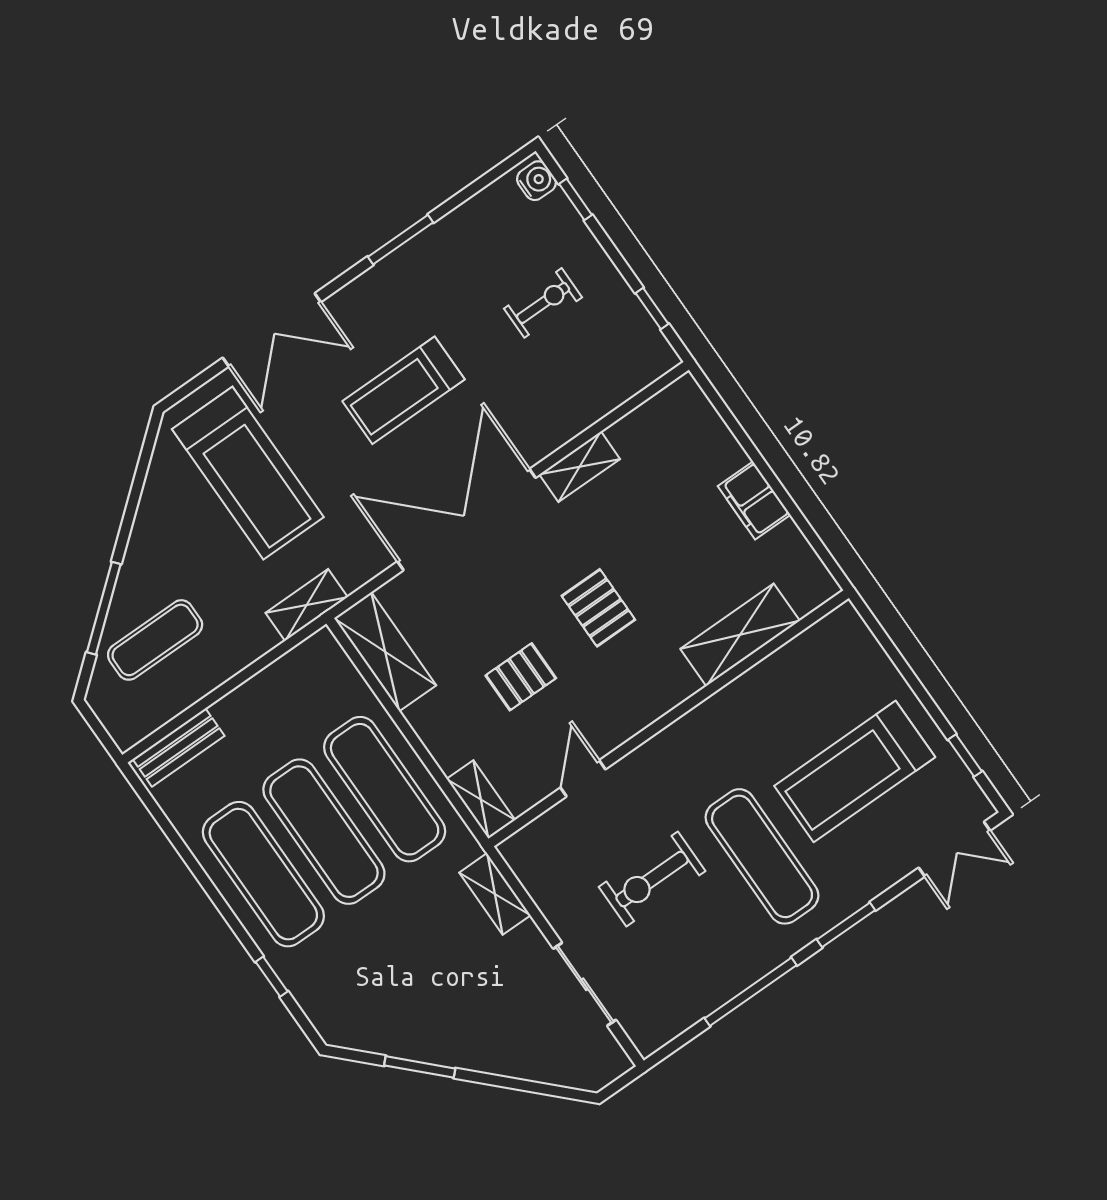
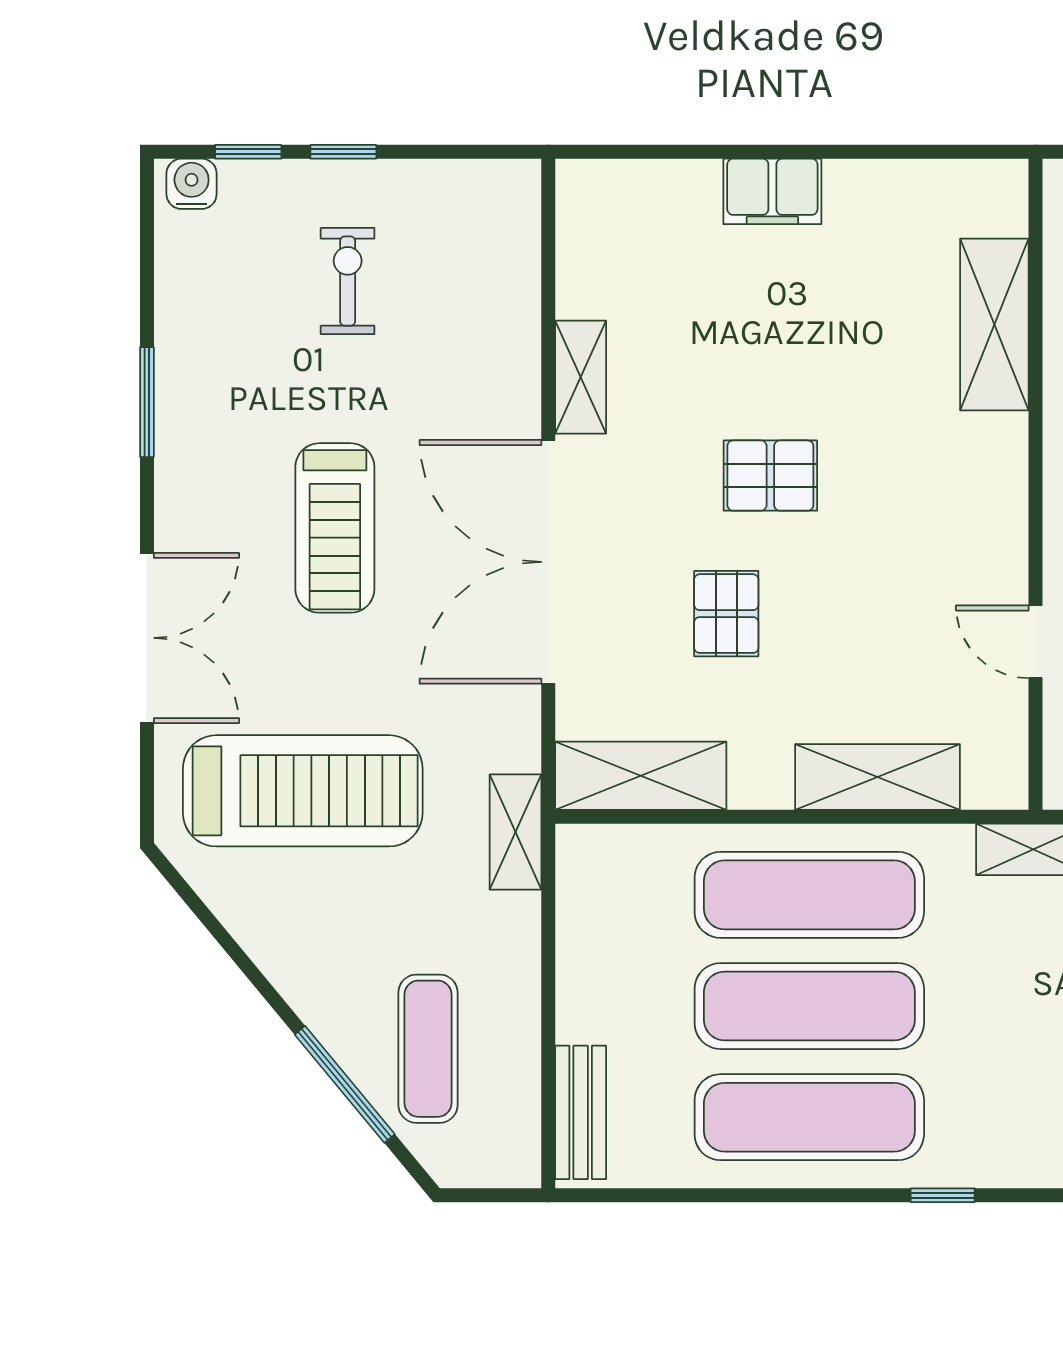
window: (652, 308) -> (343, 152), moved
shelving: (740, 635) -> (994, 325), moved
pallet: (521, 677) -> (726, 614), moved
wall: (669, 718) -> (1036, 484), moved
door: (583, 778) -> (1036, 642), moved
shelving: (481, 799) -> (878, 777), width x1.50, depth x1.33

